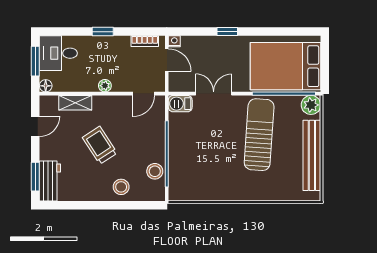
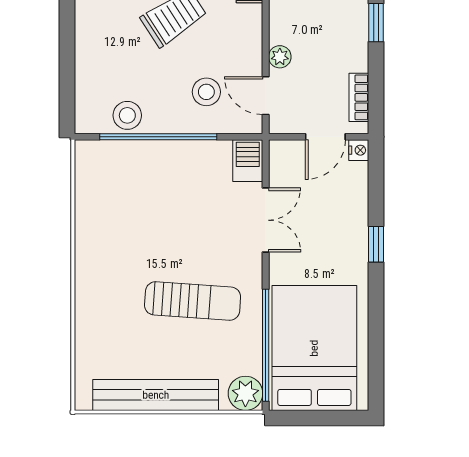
plant: (105, 86) -> (280, 57), moved
sun lounger: (259, 135) -> (193, 301), width x0.73, depth x0.75
stool: (121, 187) -> (206, 92), moved

